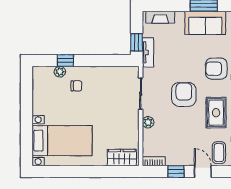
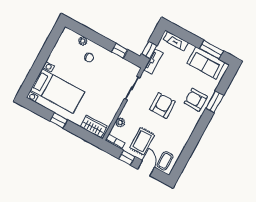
window: (65, 60) -> (120, 51), moved
rug: (216, 113) -> (142, 141), moved
plant: (148, 122) -> (120, 122), moved
window: (80, 172) -> (59, 120), added

